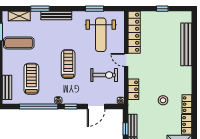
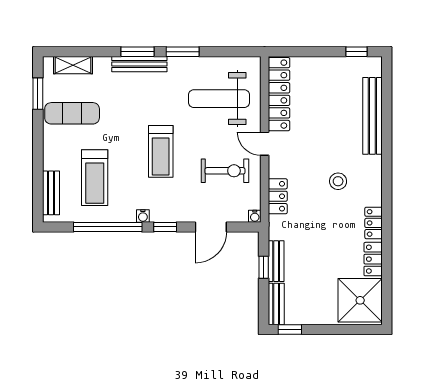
window: (40, 9) -> (137, 52), moved
window: (95, 9) -> (183, 52), moved
window: (162, 9) -> (356, 52), moved
weight bench: (101, 35) -> (219, 99), turned 90
treadmill: (68, 64) -> (161, 151), turned 180
treadmill: (31, 79) -> (95, 178), turned 180
stool: (163, 100) -> (338, 181), moved

